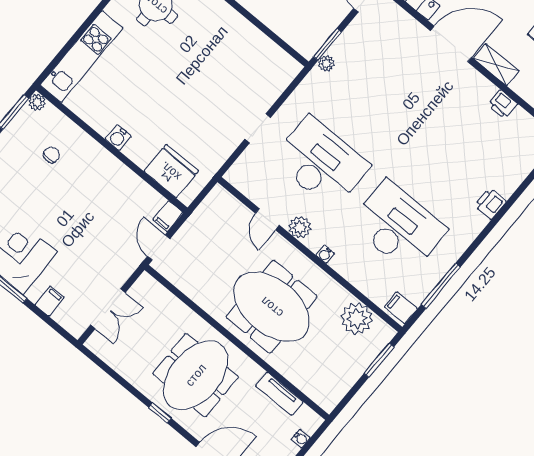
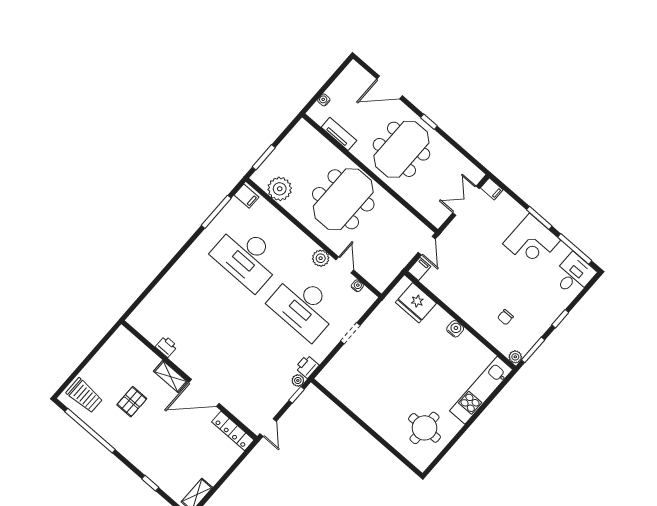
window: (327, 44) -> (297, 395), width x0.67
printer: (490, 204) -> (307, 367), moved, turned 180
water cooler: (325, 254) -> (357, 286), moved
filing cabinet: (50, 301) -> (492, 189), moved, turned -90
meeting table: (272, 307) -> (343, 199), turned 90

